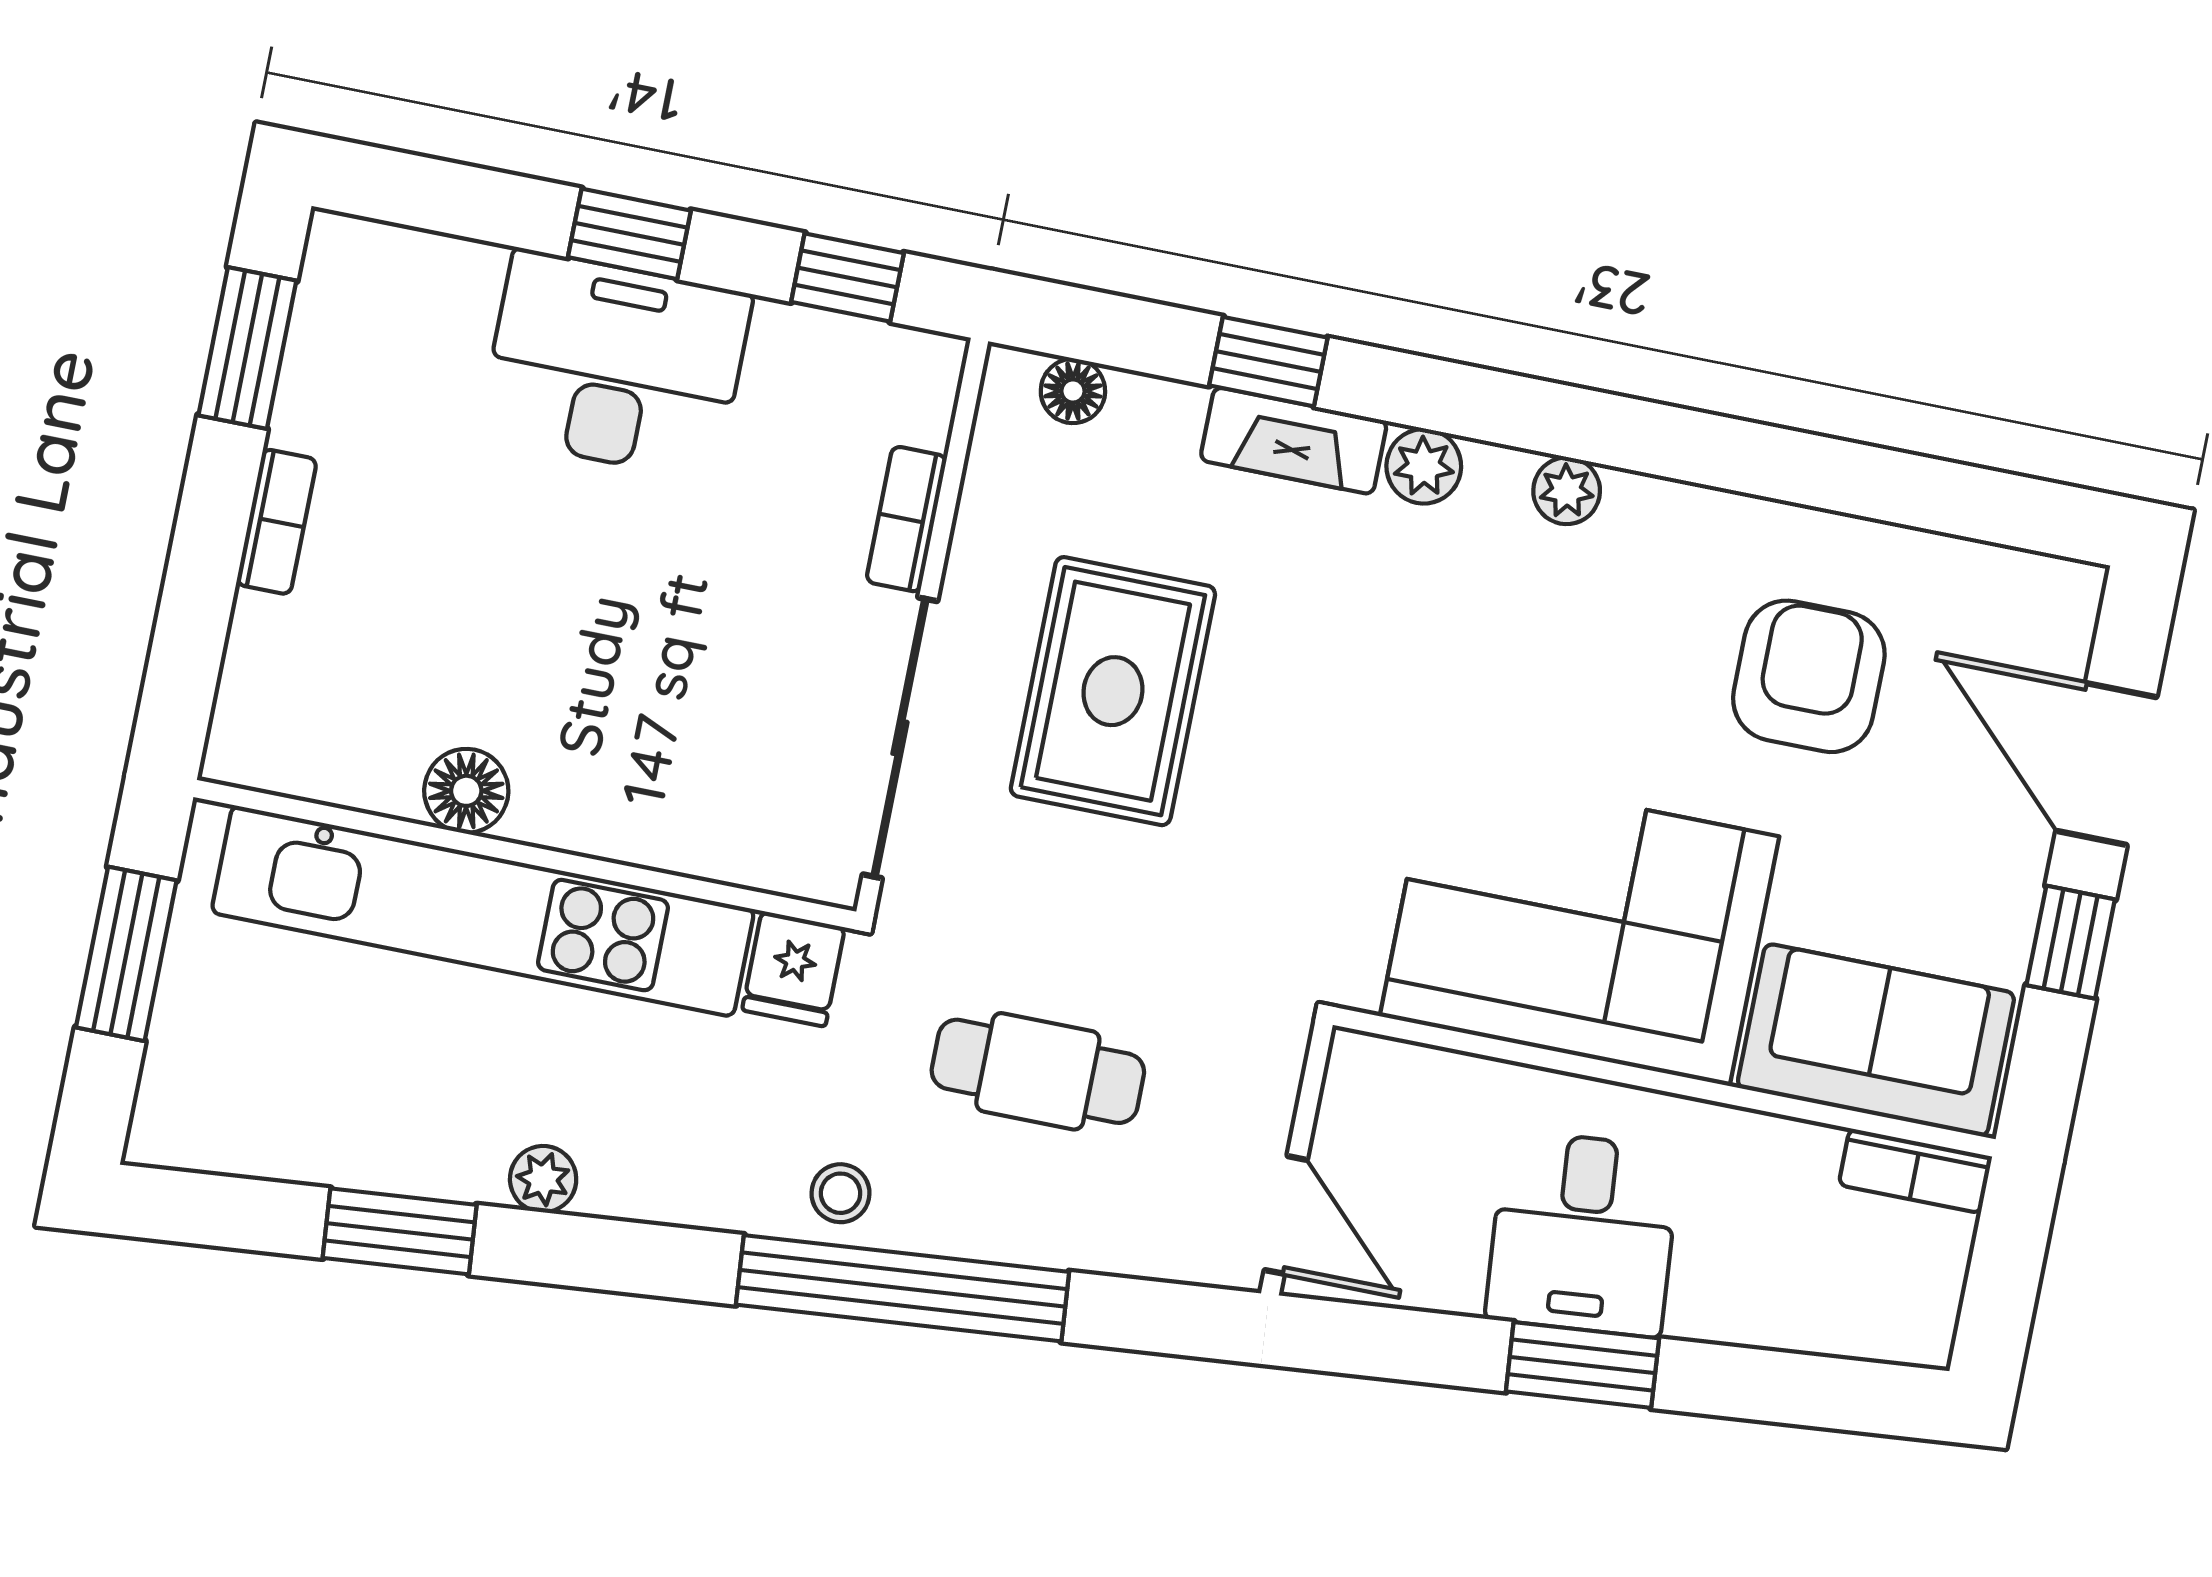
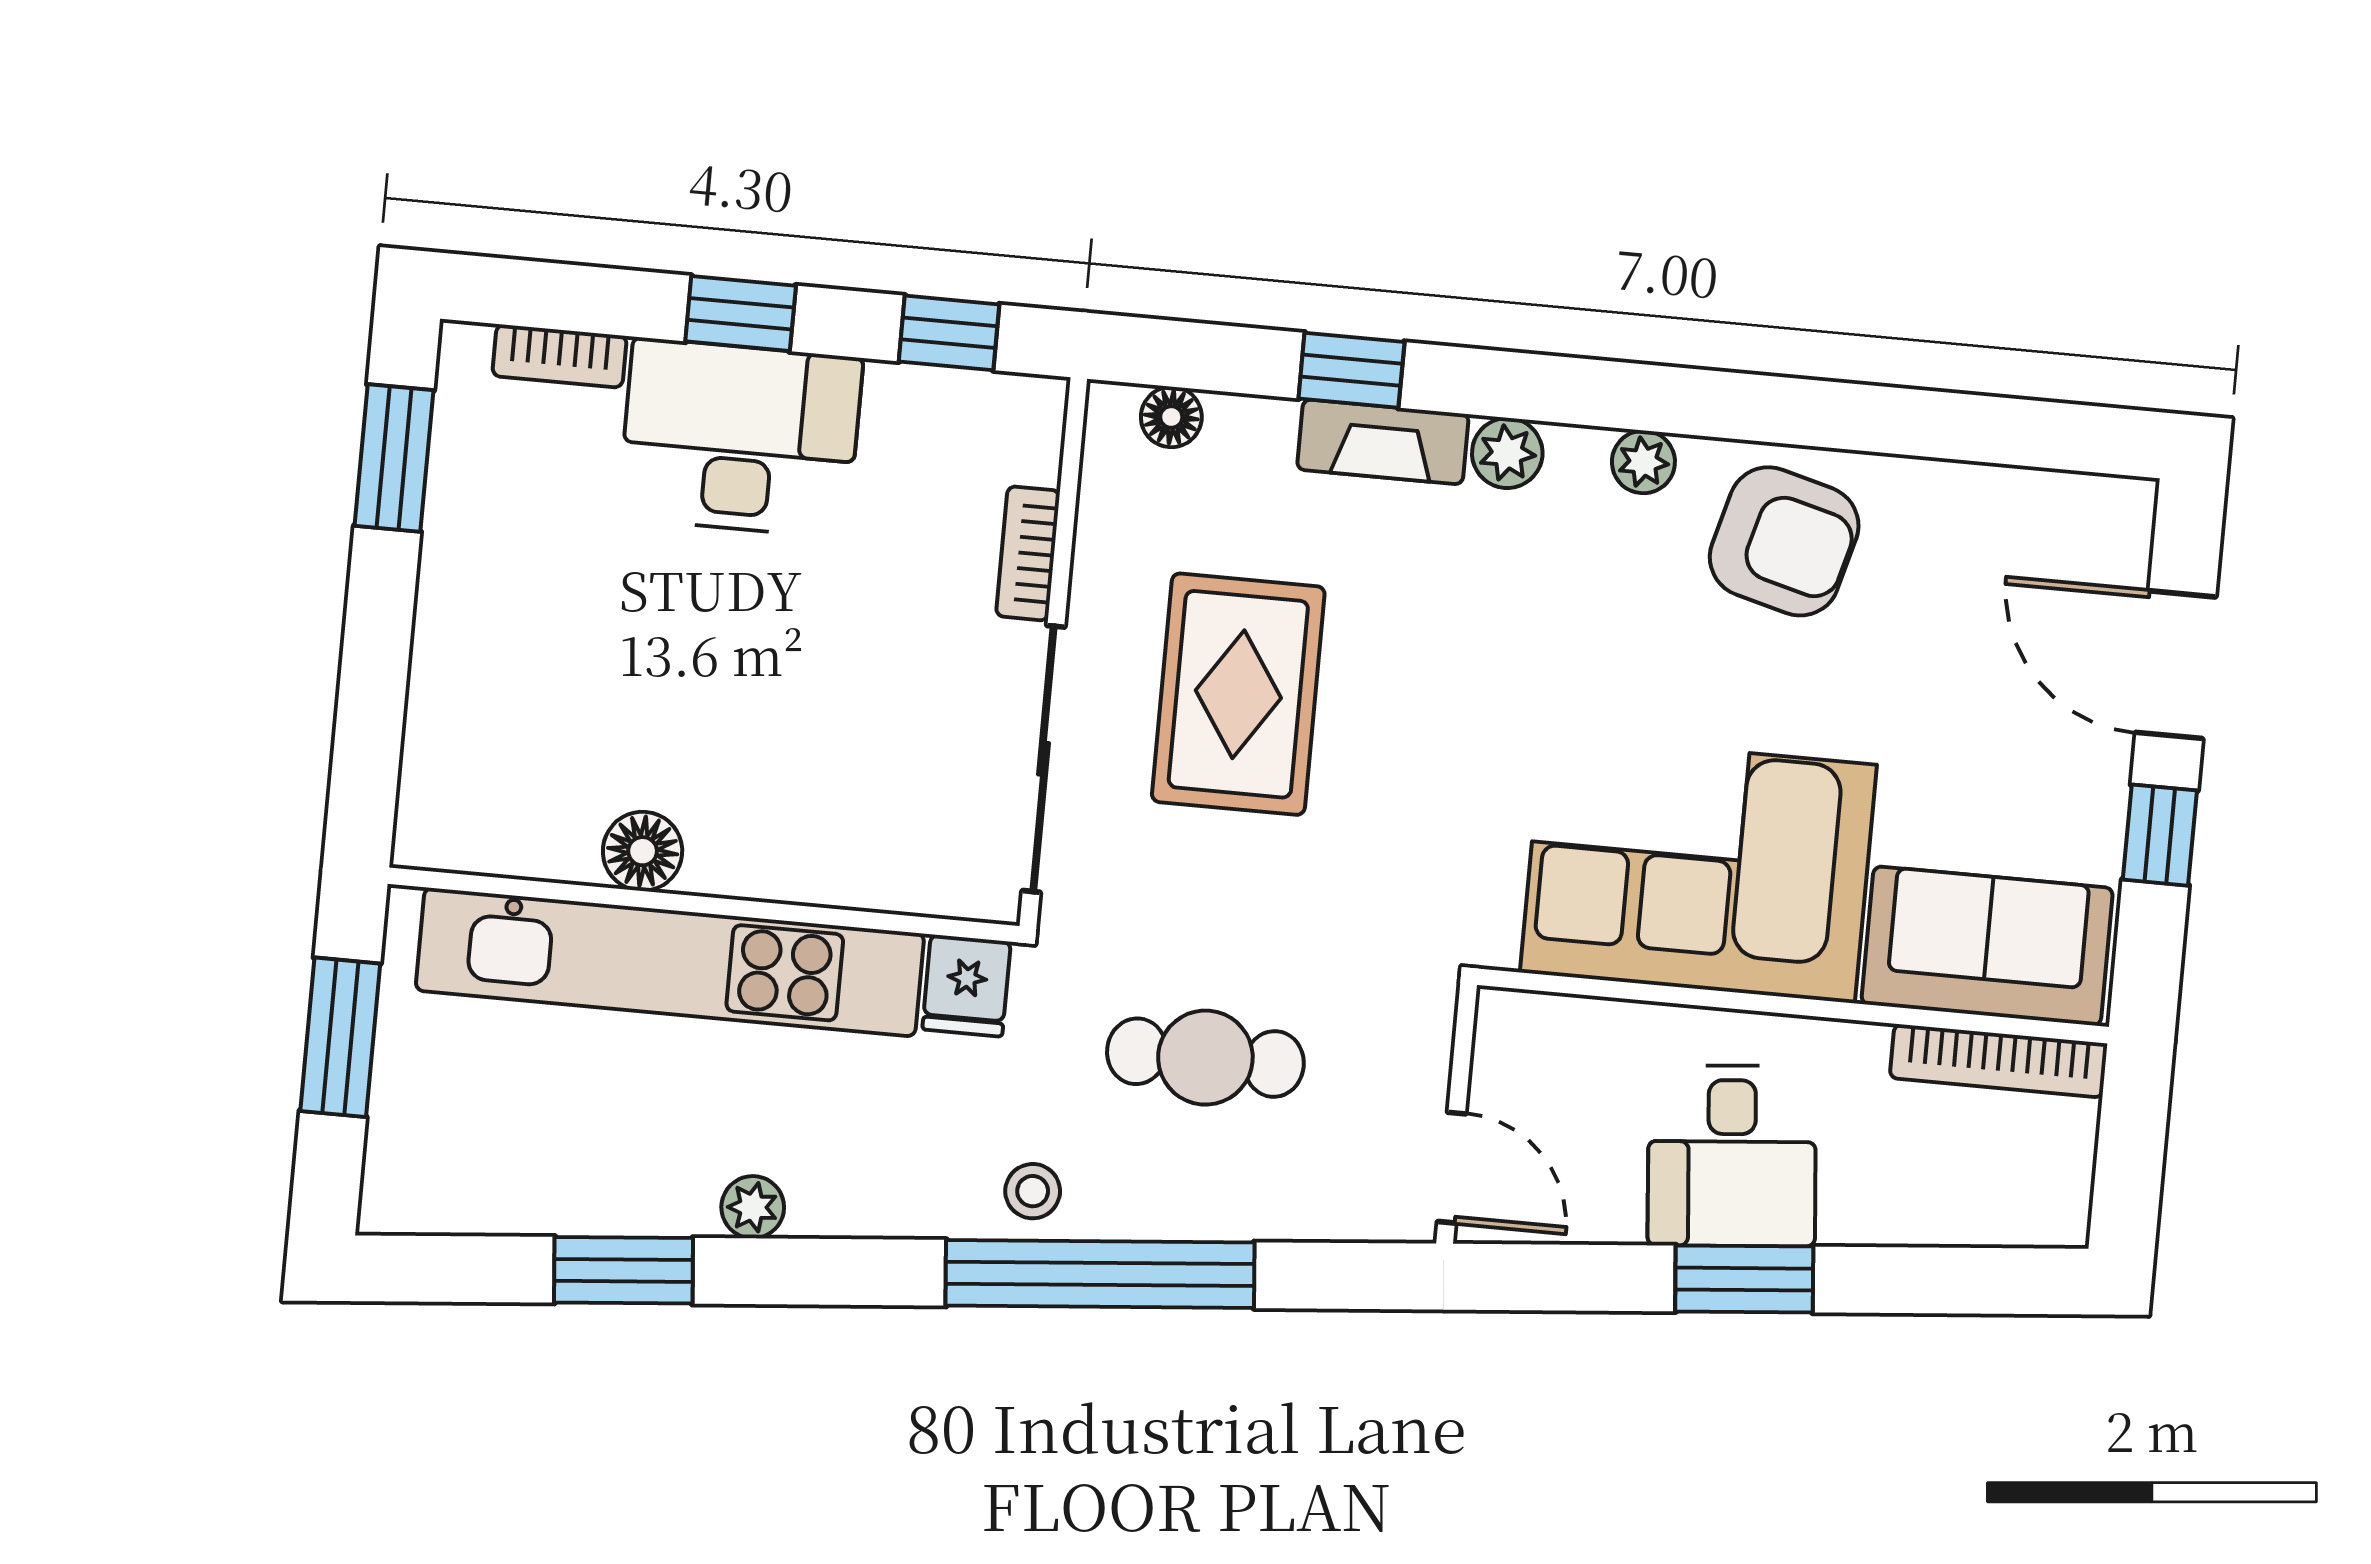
bookcase: (277, 522) -> (560, 356), moved, turned 90
armchair: (1809, 676) -> (1784, 541), moved, turned 105
bookcase: (1915, 1171) -> (1999, 1061), width x1.56

